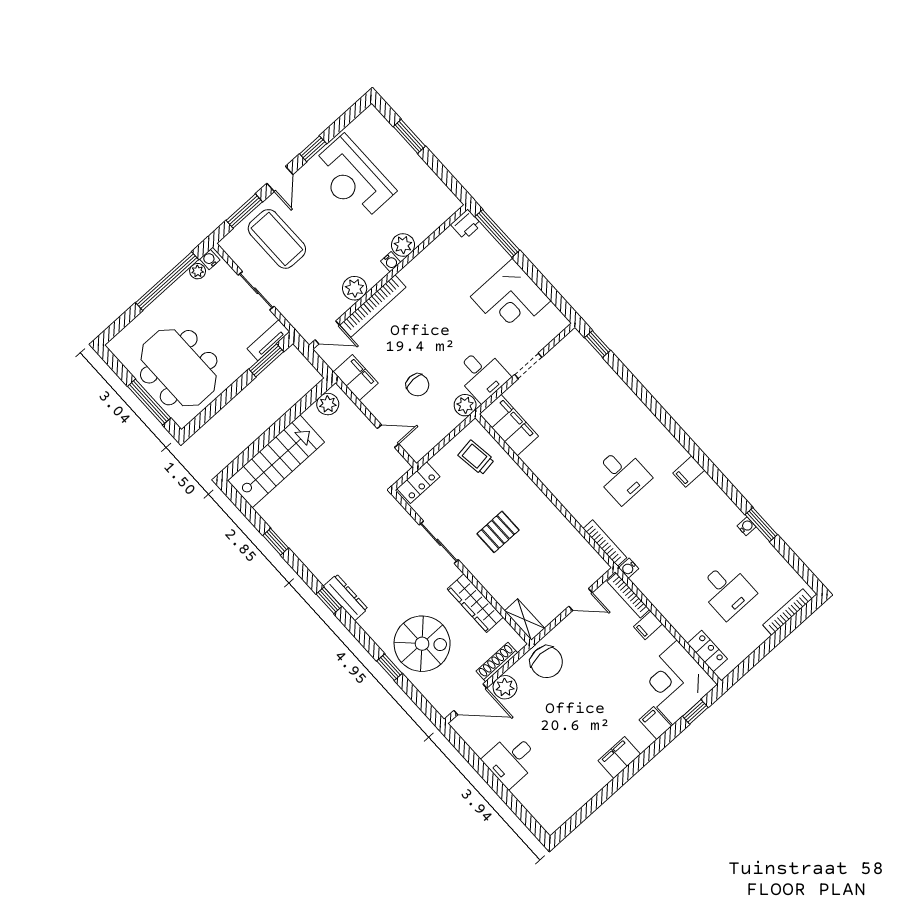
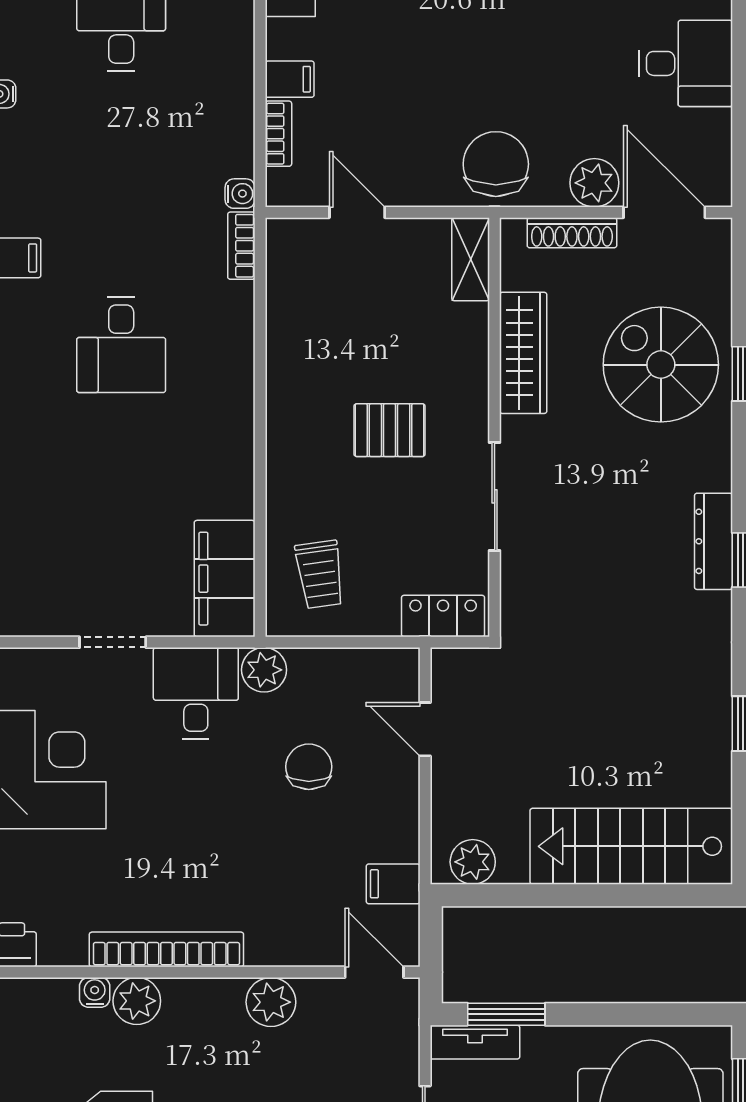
water cooler: (391, 262) -> (95, 992), moved
bookcase: (373, 306) -> (166, 949), moved
filing cabinet: (356, 378) -> (393, 884), width x0.50
desk: (622, 475) -> (121, 345), turned 180
bookcase: (605, 543) -> (241, 246), width x0.64
bookcase: (628, 595) -> (278, 134), width x0.64

